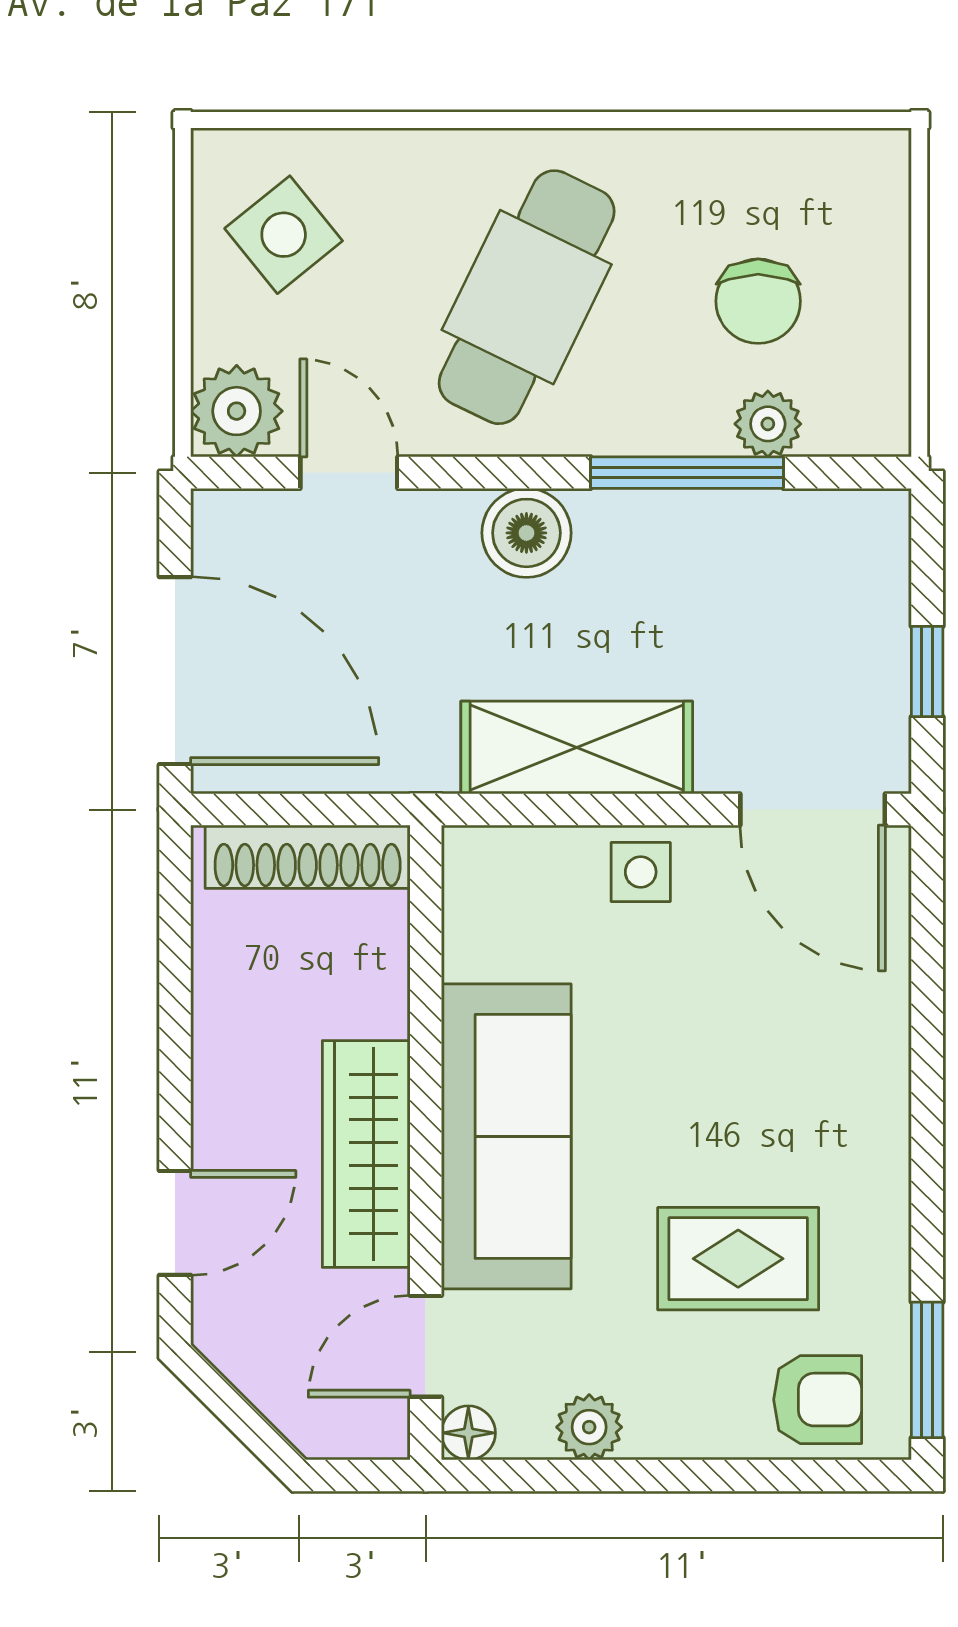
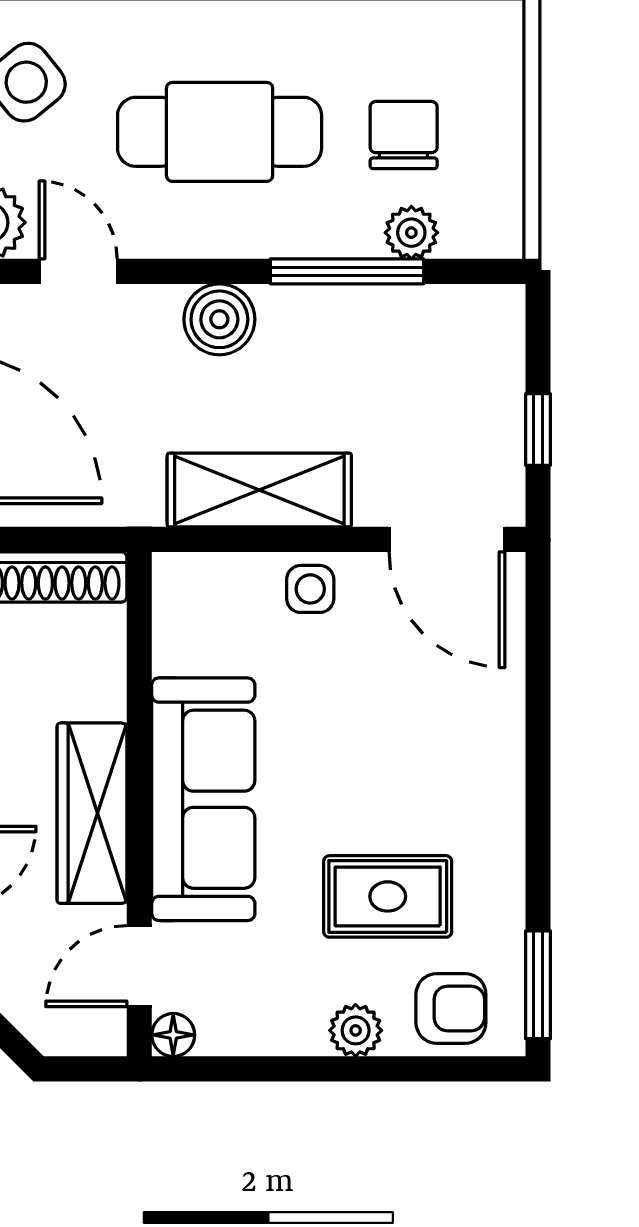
cafe table: (527, 297) -> (220, 132), turned 64
chair: (758, 301) -> (404, 135), turned 180
plant: (589, 1427) -> (356, 1030), moved

